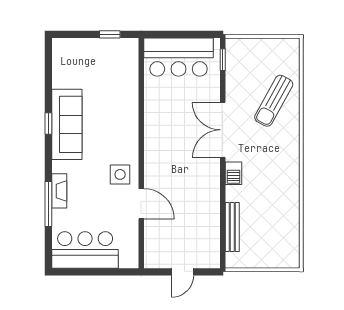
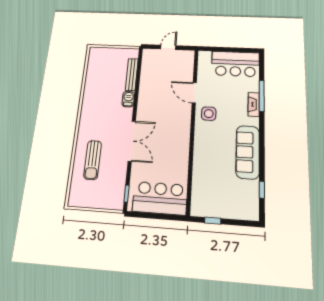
sun lounger: (274, 101) -> (93, 160), turned 151
window: (48, 123) -> (262, 190), moved
barbecue: (233, 173) -> (128, 99), moved

